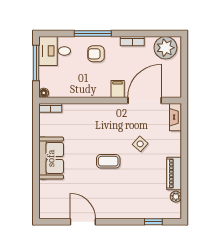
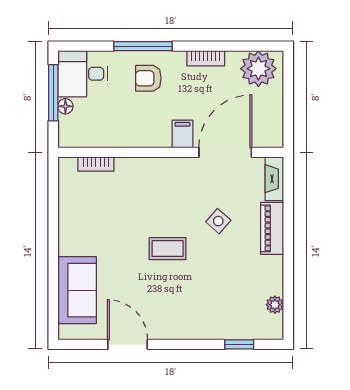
floor lamp: (44, 93) -> (65, 106), moved
bookcase: (50, 108) -> (96, 164), moved
sofa: (51, 158) -> (77, 290), moved
piano: (174, 173) -> (272, 228), moved

